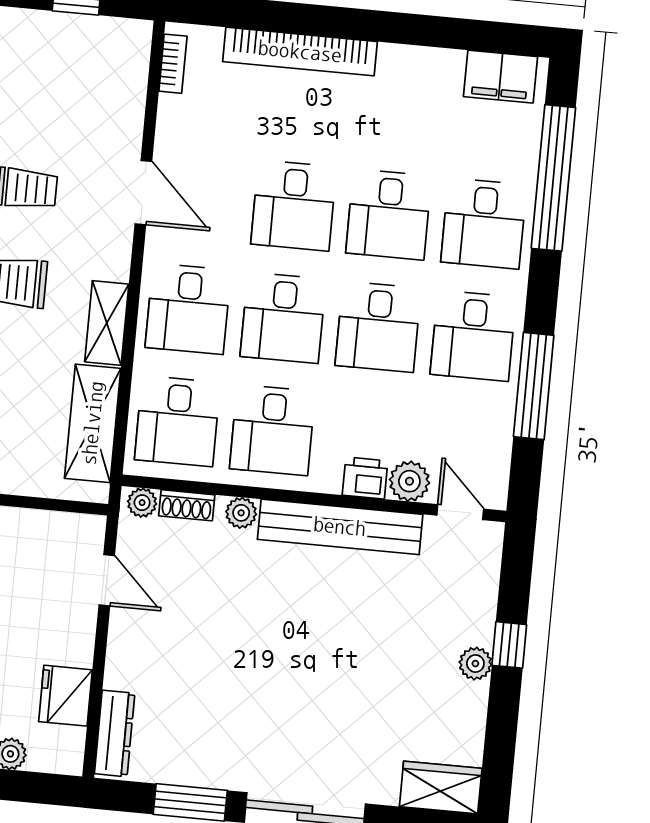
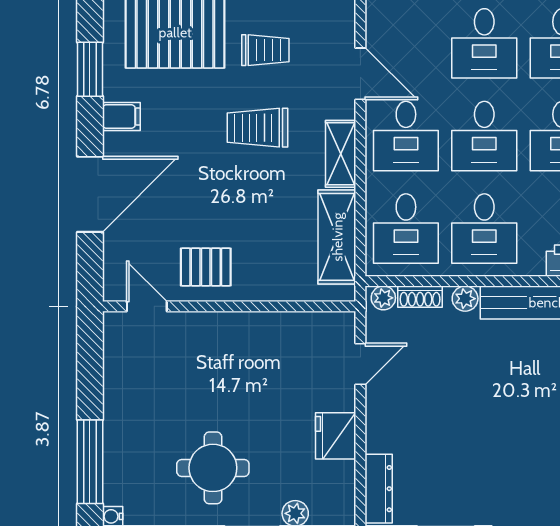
door: (143, 193) -> (360, 74), moved
door: (107, 580) -> (360, 364), hinge flipped
fridge: (66, 696) -> (336, 436), moved

